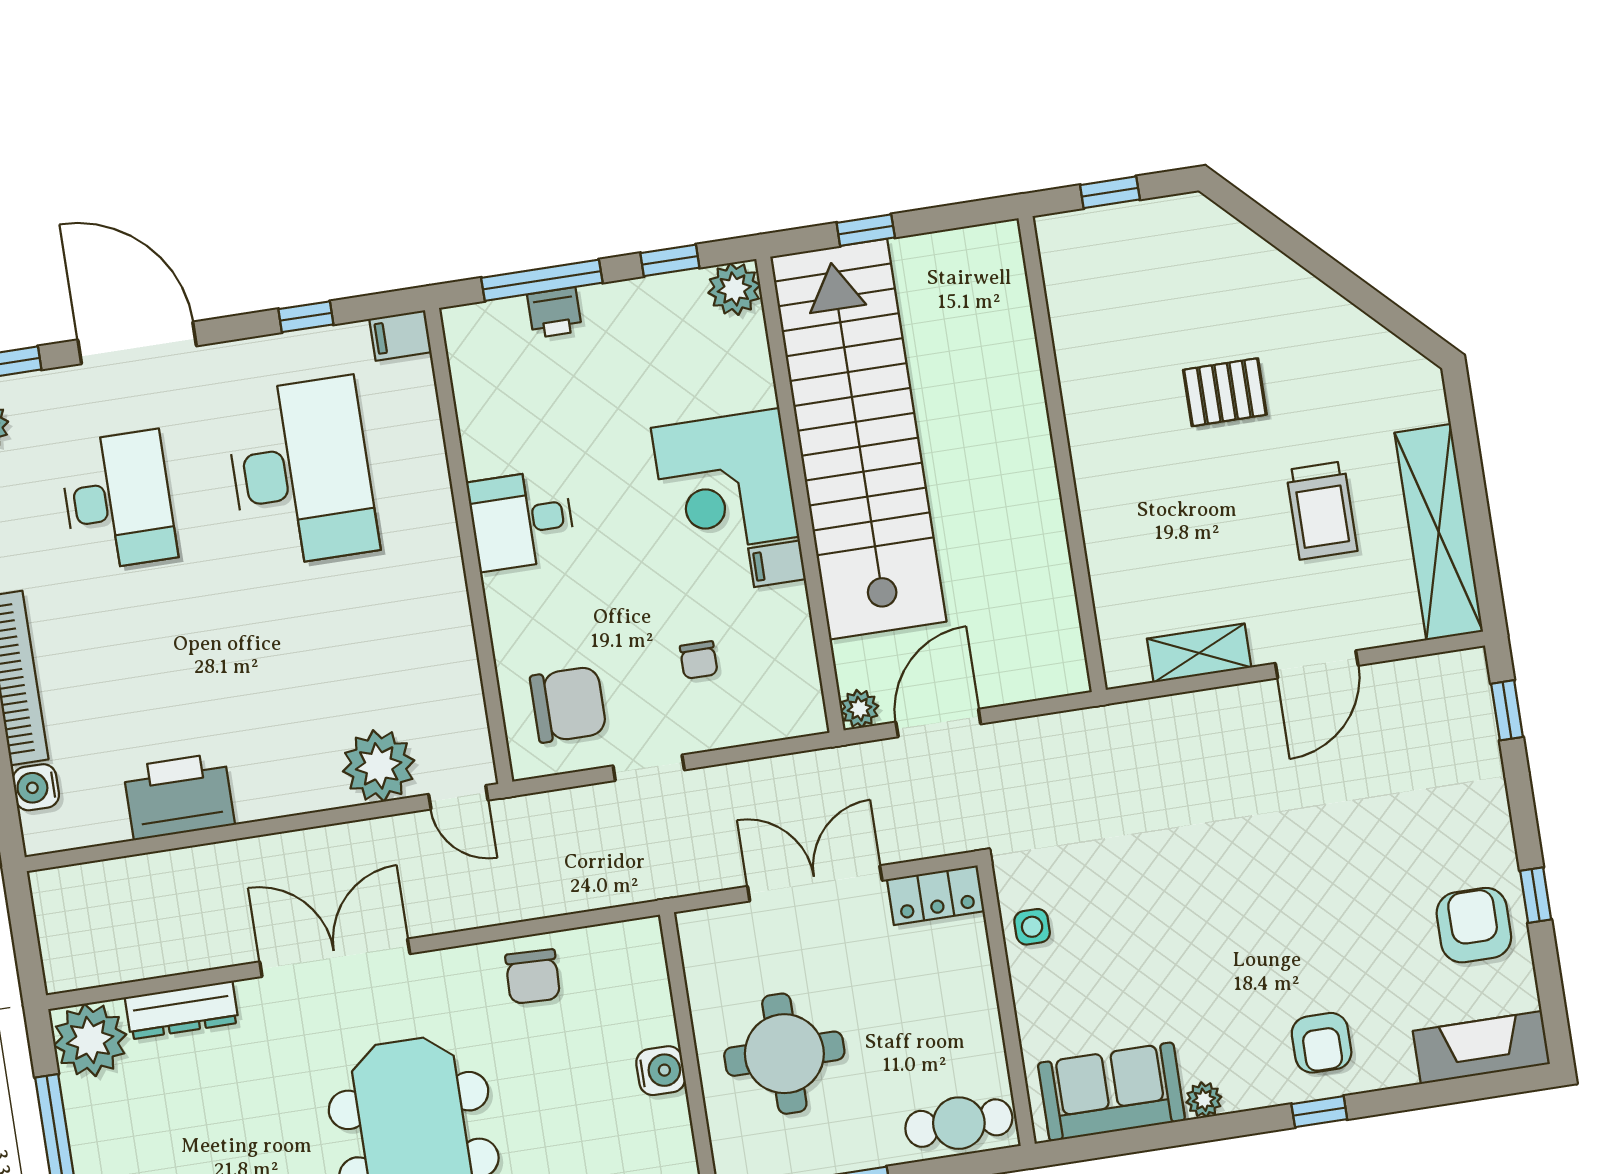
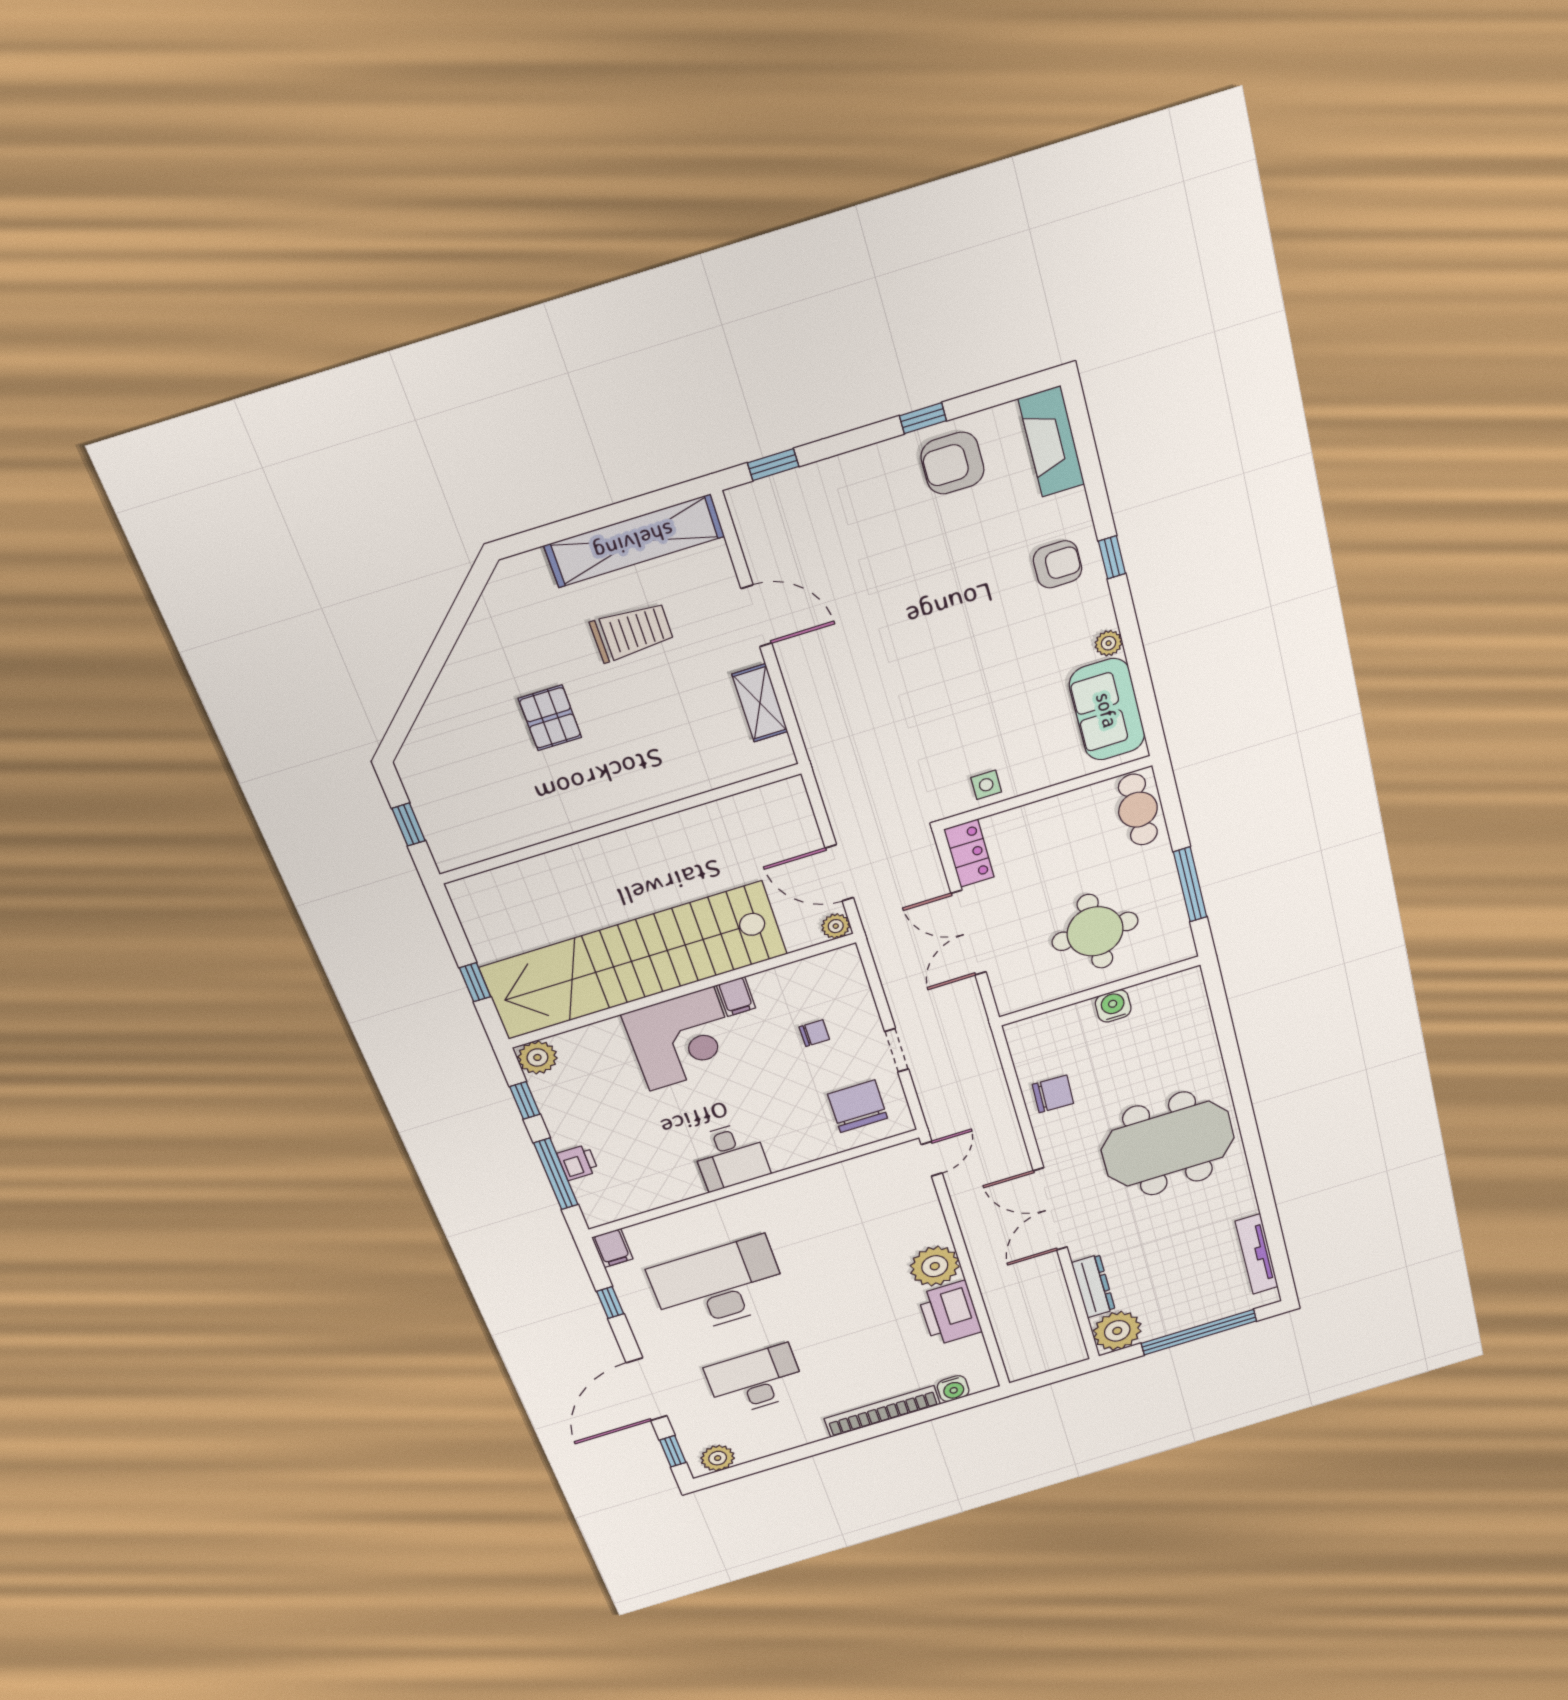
plant: (379, 766) -> (935, 1266), moved

